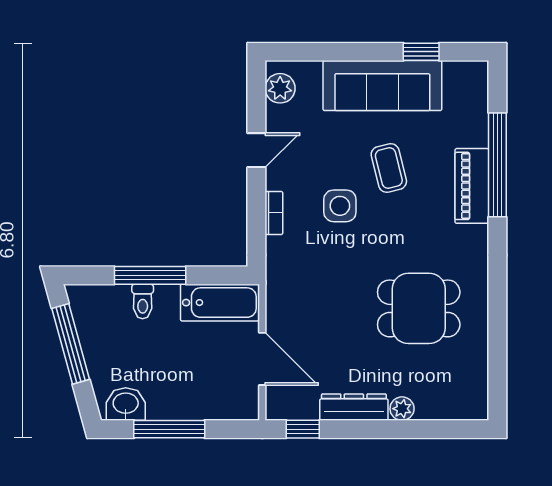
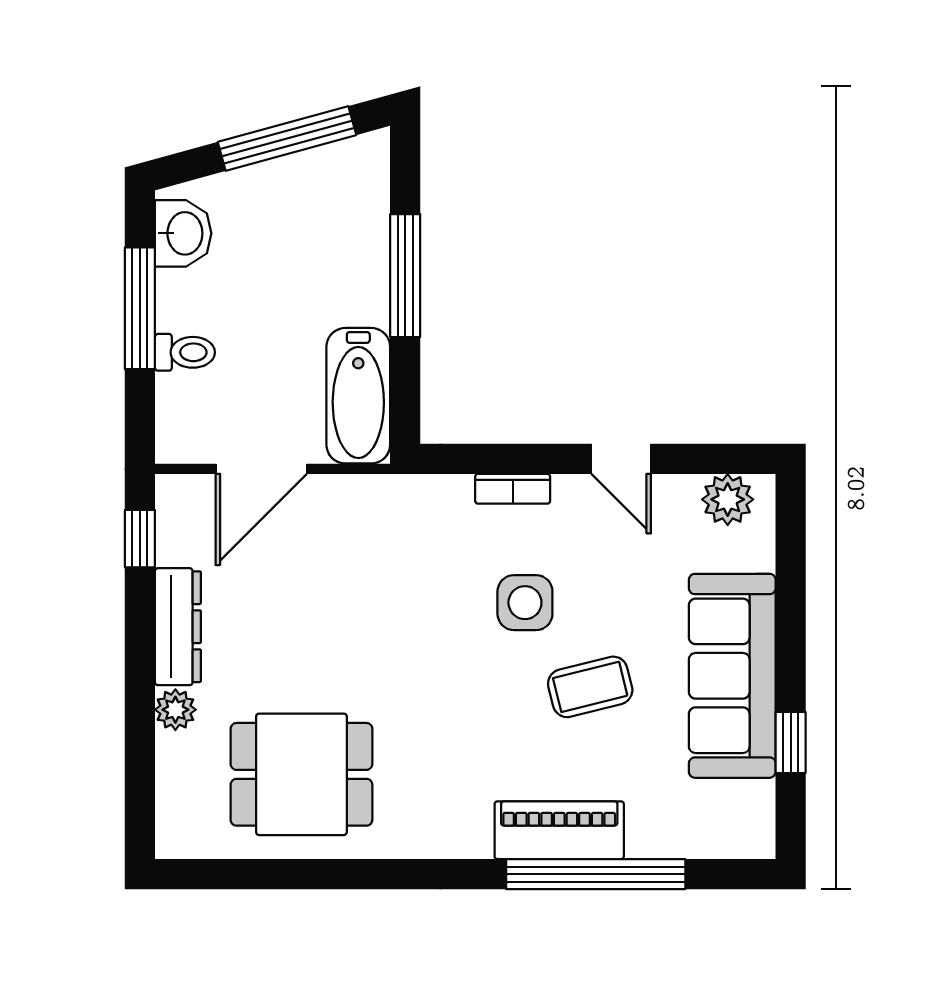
toilet: (143, 301) -> (185, 352), moved, turned 180
dining table: (419, 308) -> (301, 774), moved, turned 90

